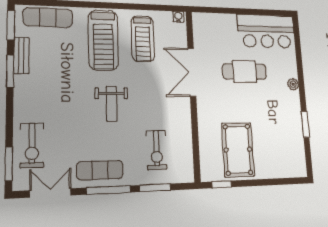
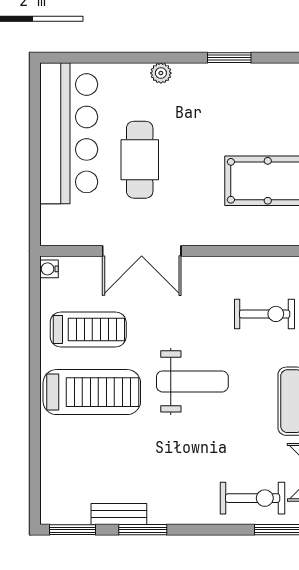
exercise mat: (48, 17) -> (58, 476), removed
bar counter: (266, 31) -> (69, 133), width x1.36
weight bench: (112, 104) -> (192, 381), width x1.36, depth x1.33

